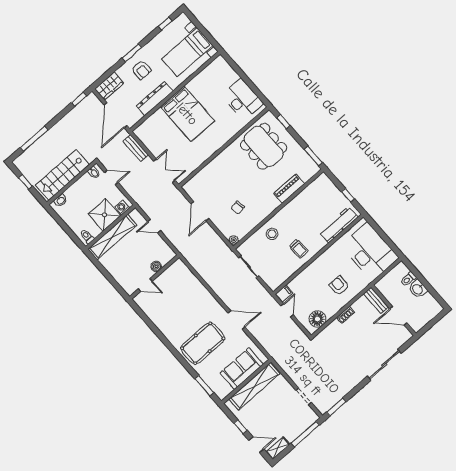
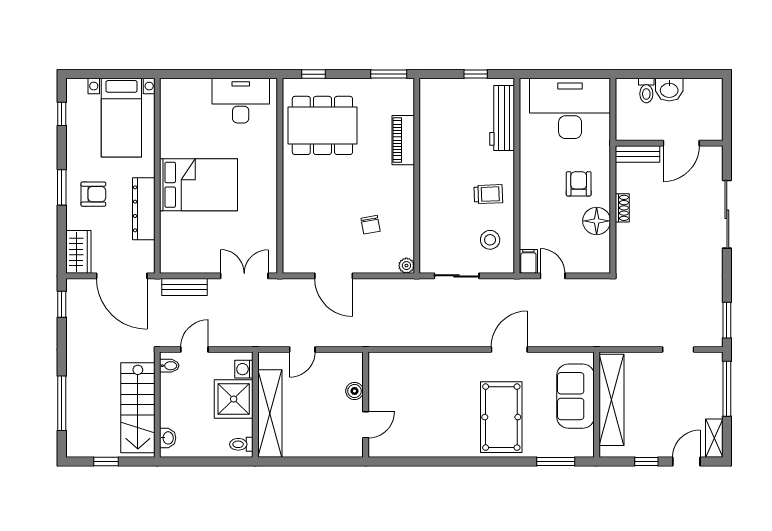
stool: (272, 234) -> (490, 240), moved
armchair: (339, 286) -> (579, 184), turned 90
floor lamp: (317, 319) -> (597, 221), moved

